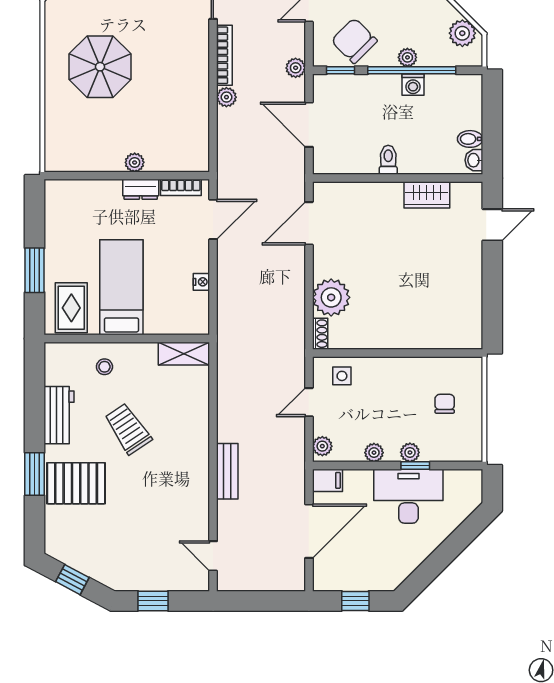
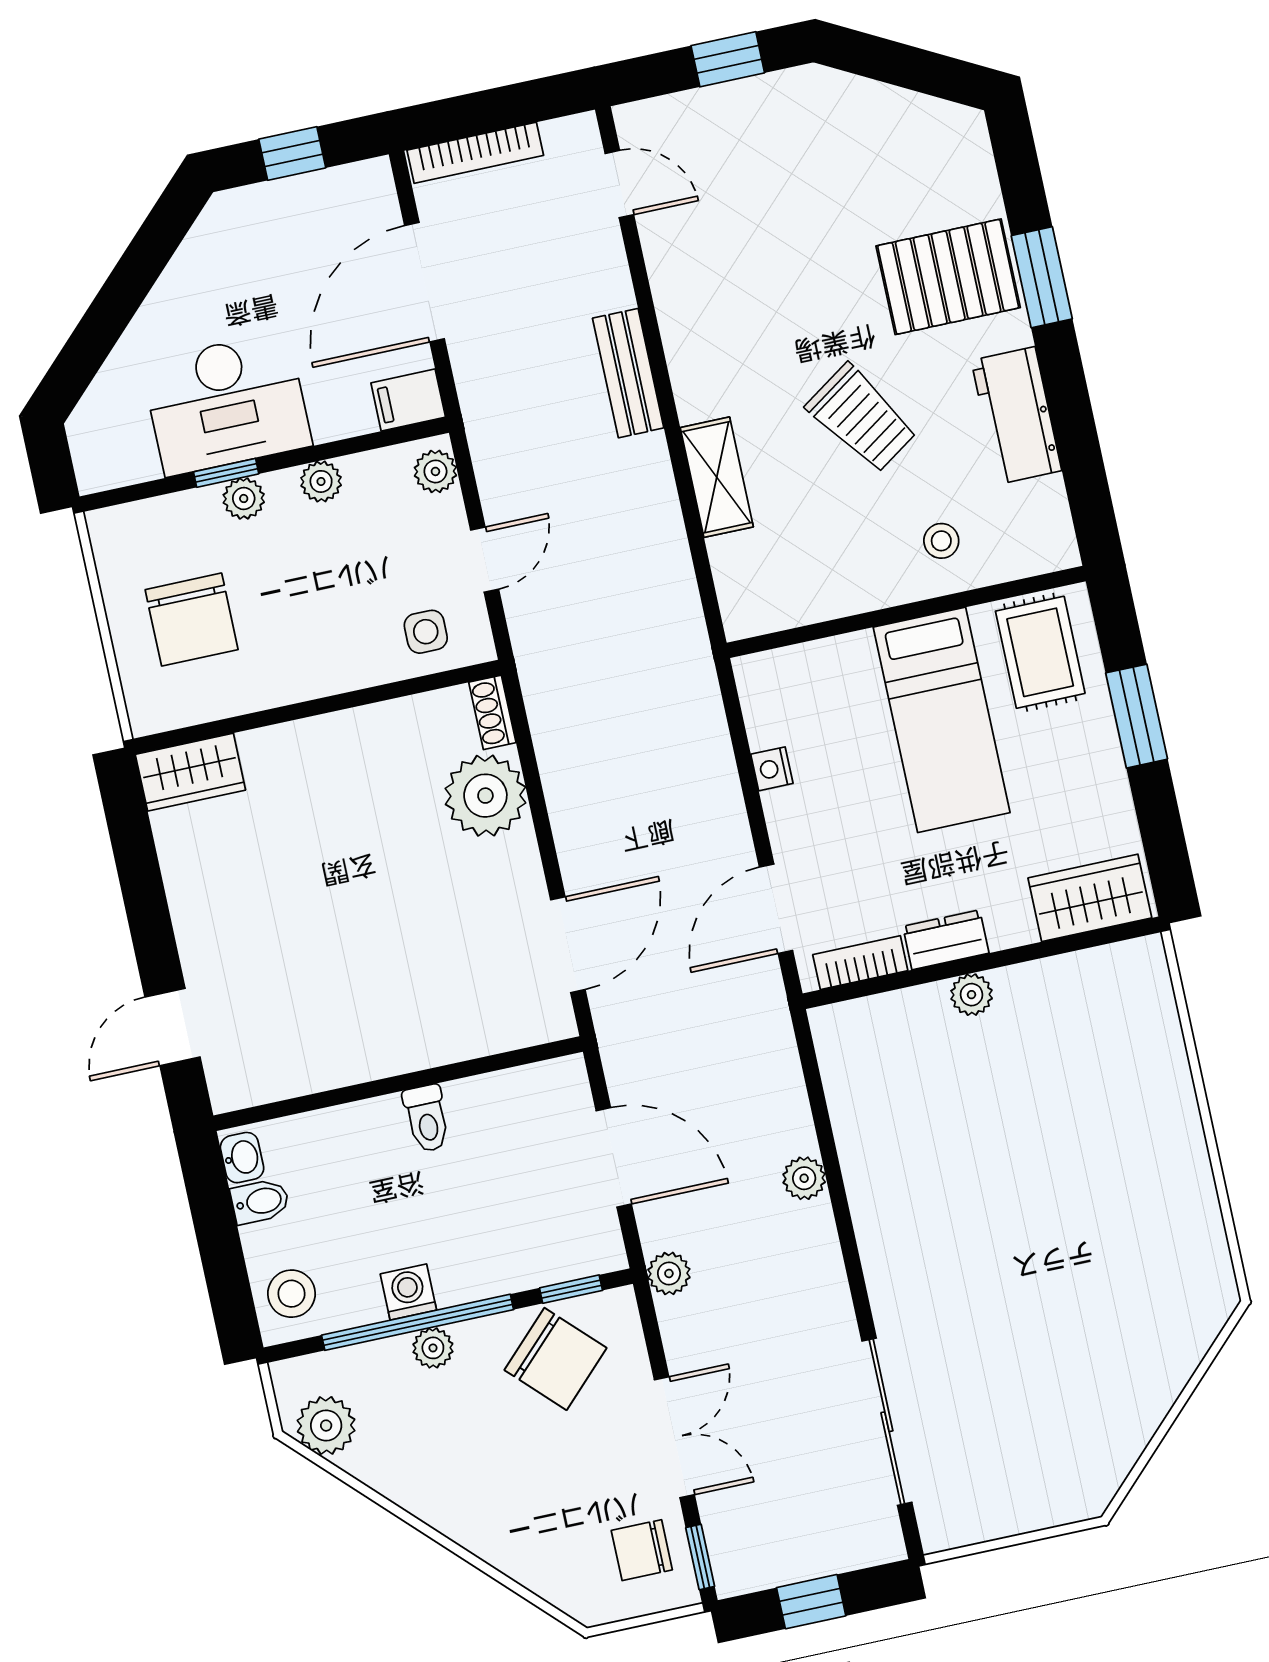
bookcase: (224, 55) -> (475, 153), moved, turned -90
parasol: (100, 67) -> (1091, 1185), removed
stool: (465, 95) -> (291, 1294), added
wardrobe: (73, 194) -> (1090, 898), added
wardrobe: (427, 195) -> (190, 772), moved, turned 180
shelving: (184, 354) -> (717, 477), moved, turned 90
chair: (445, 404) -> (192, 620), width x1.87, depth x1.87
window: (72, 580) -> (911, 68), removed

